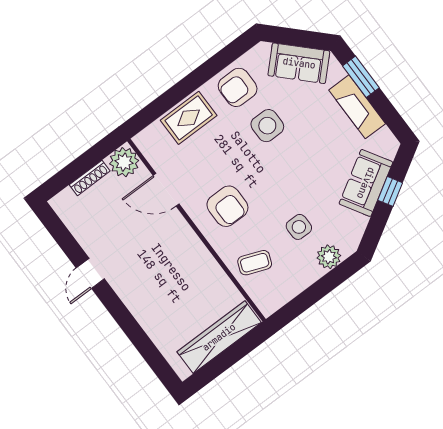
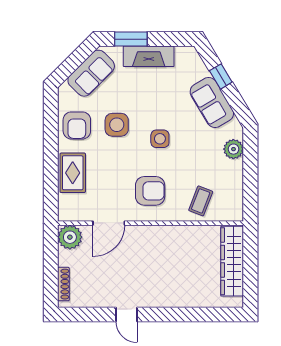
shoe rack: (90, 178) -> (63, 284), moved
sofa: (366, 183) -> (212, 102), moved
side table: (299, 227) -> (160, 139), moved

